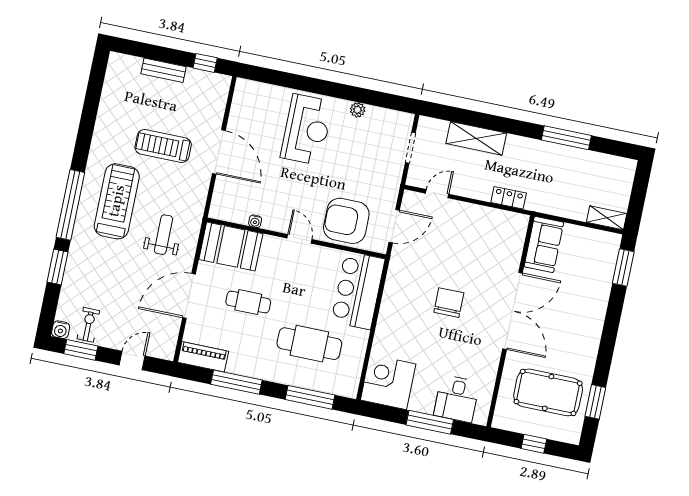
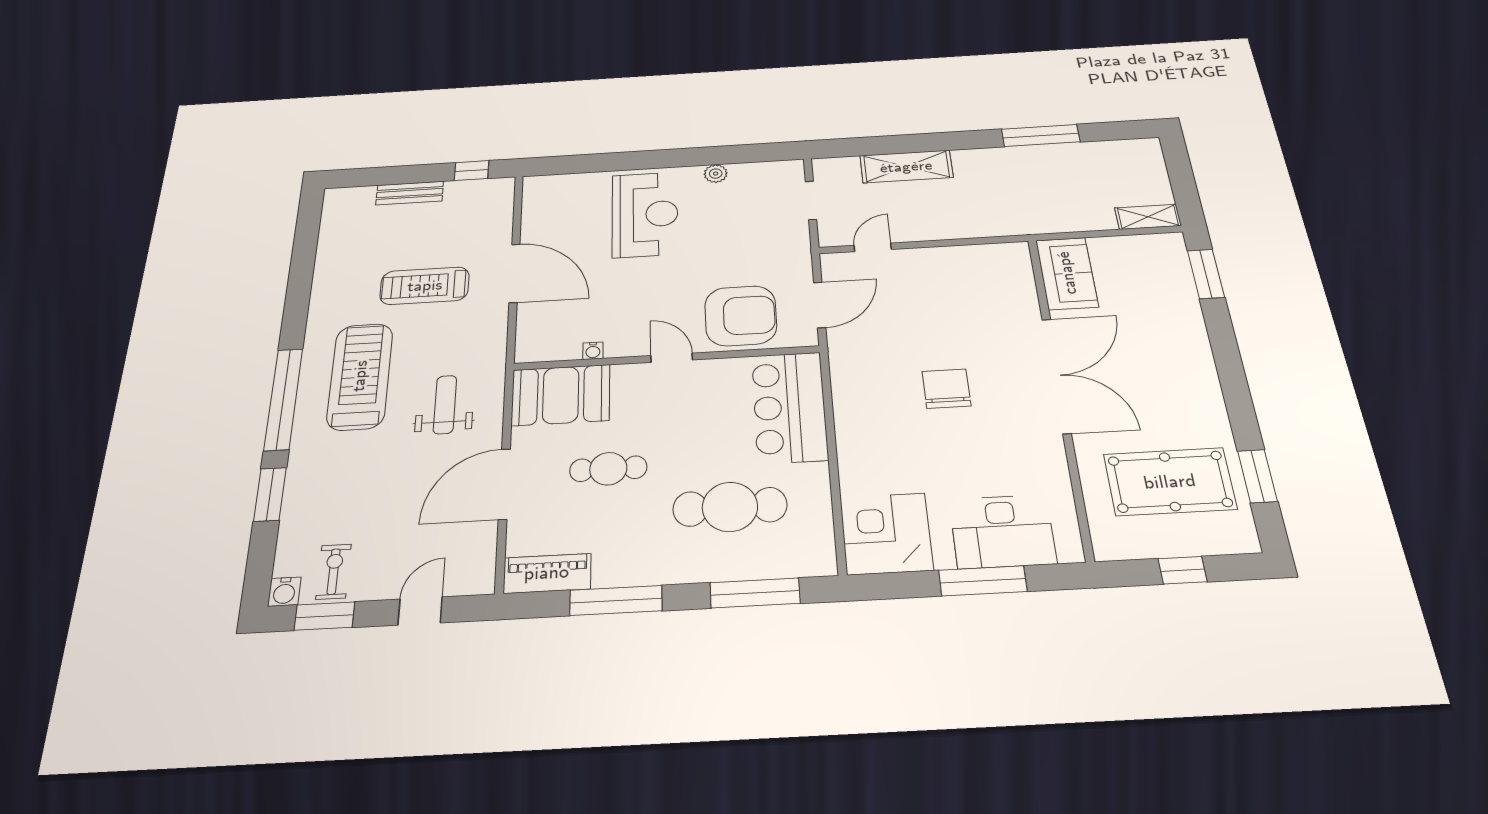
locker: (509, 198) -> (985, 227), removed
armchair: (346, 221) -> (741, 316), turned 180
desk: (457, 399) -> (1002, 531), width x1.37

